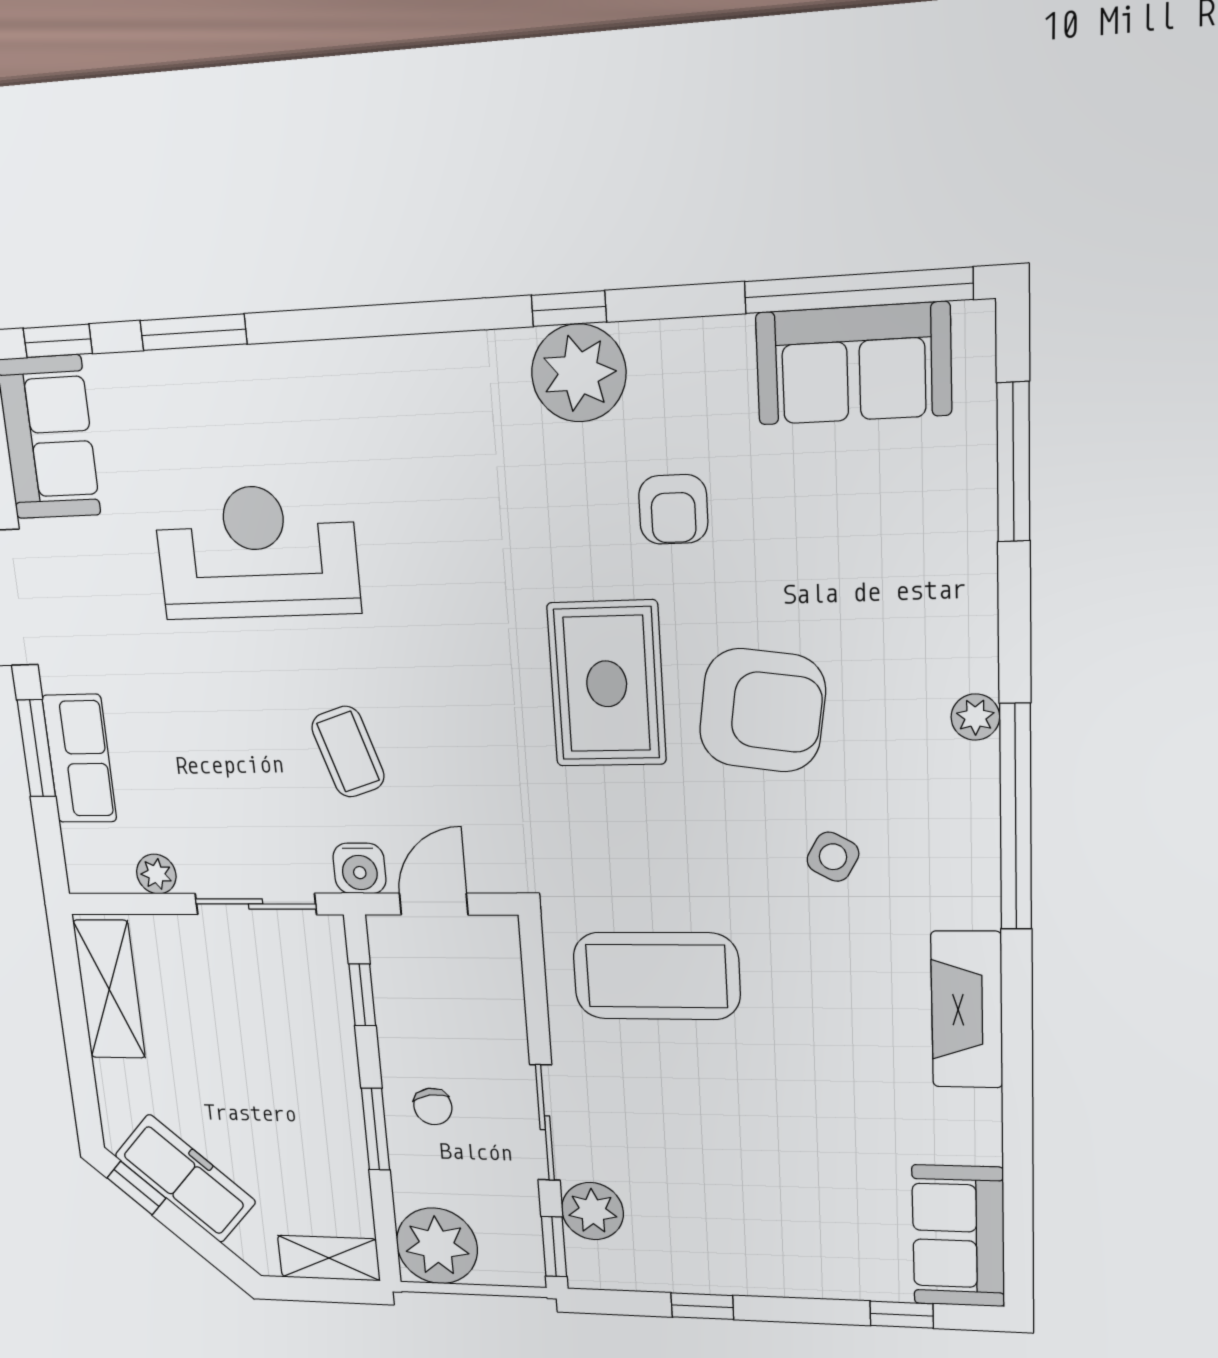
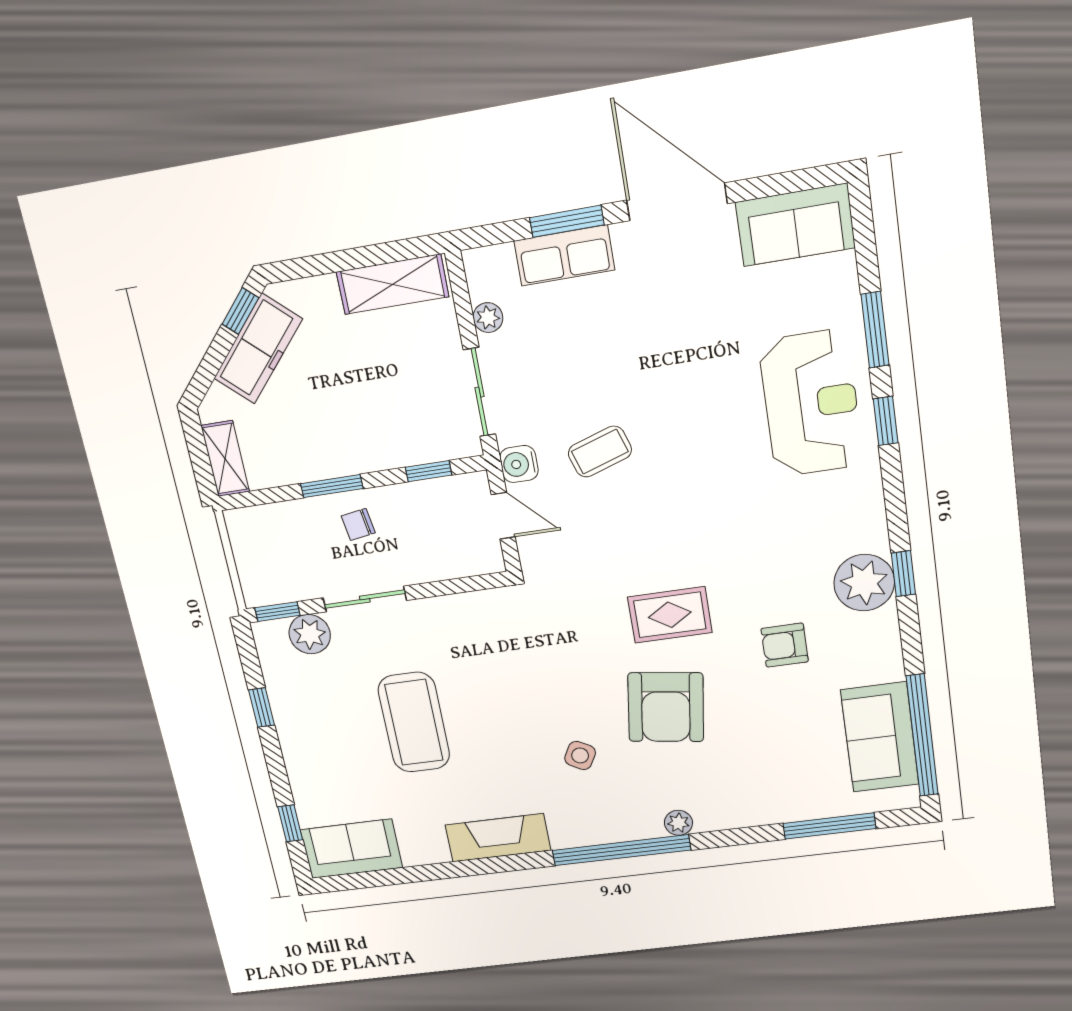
window: (58, 341) -> (886, 421), moved
reception desk: (257, 552) -> (811, 403), moved
rug: (607, 684) -> (670, 615), width x0.73, depth x0.70
coffee table: (656, 976) -> (414, 722), moved
plant: (437, 1246) -> (256, 534), removed

